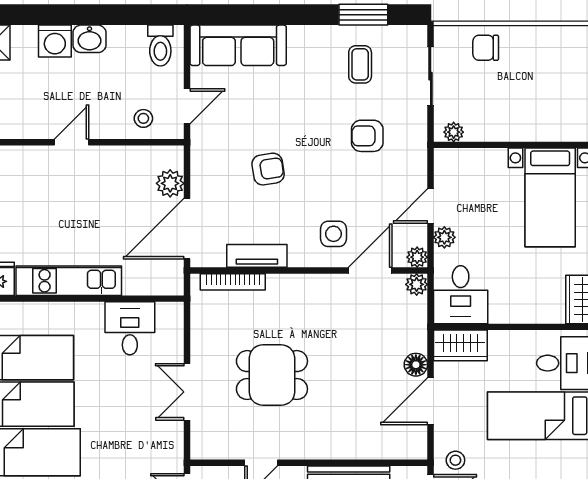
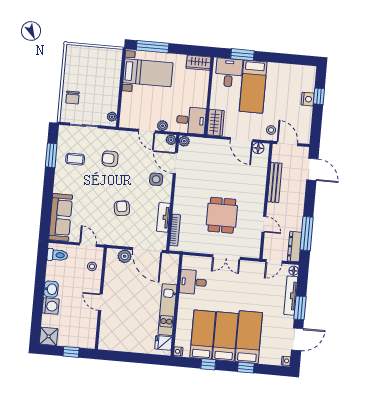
armchair: (367, 136) -> (110, 159), turned 90
floor lamp: (416, 365) -> (258, 148), moved

